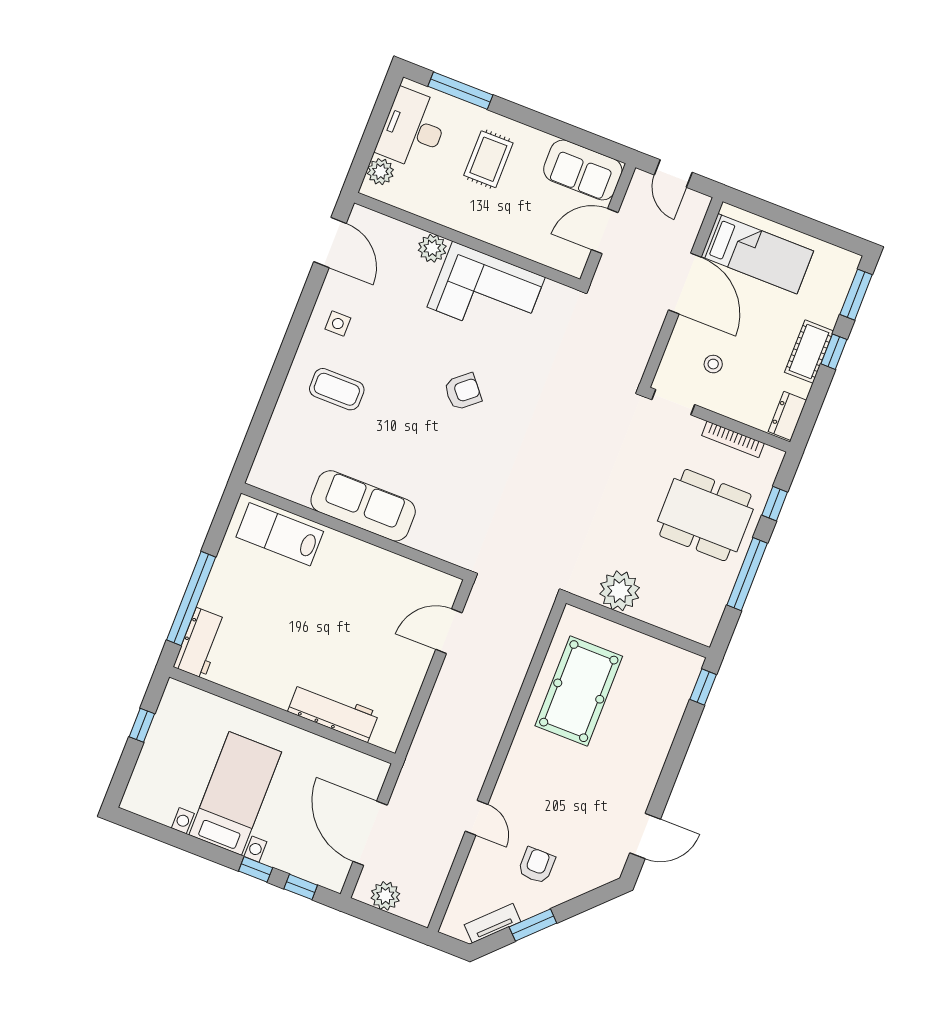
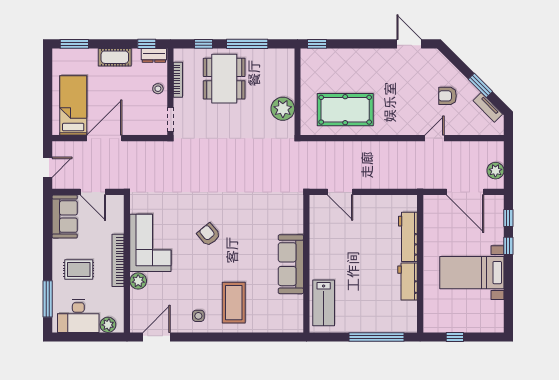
bookcase: (478, 229) -> (118, 260), added
window: (834, 352) -> (147, 44), moved
stool: (713, 364) -> (158, 89), moved
coffee table: (337, 389) -> (234, 303), width x1.36, depth x1.32
workbench: (200, 643) -> (408, 281), moved, turned -90
door: (370, 833) -> (465, 192), hinge flipped

